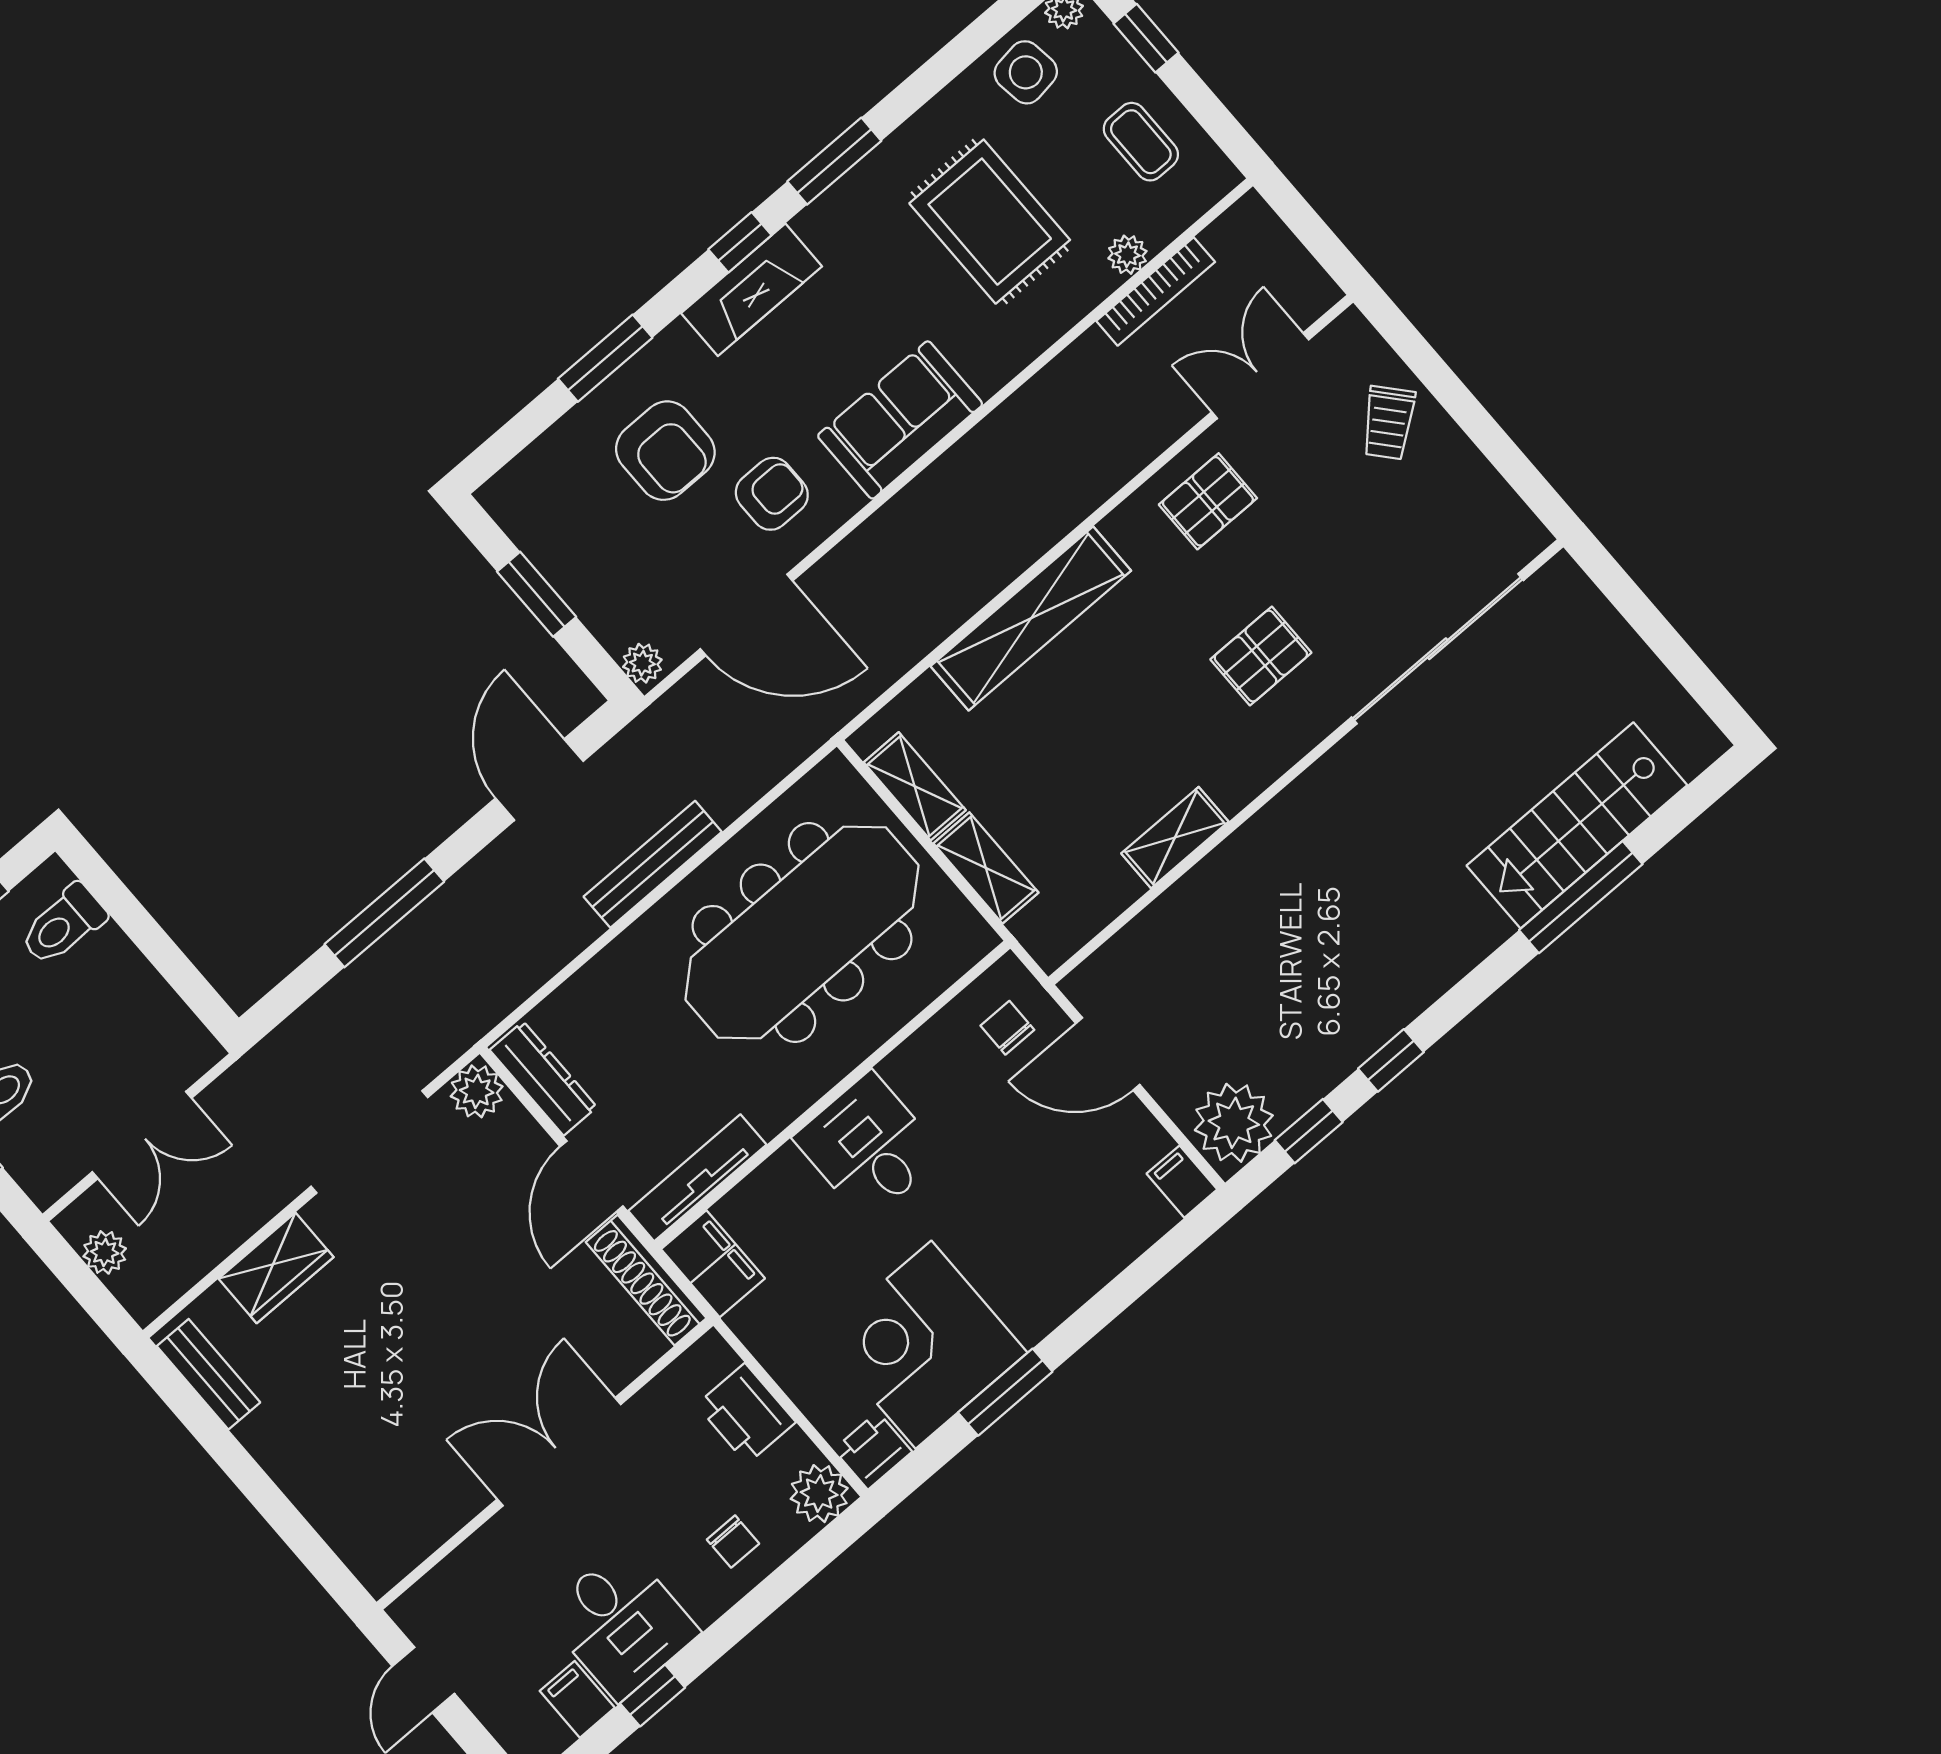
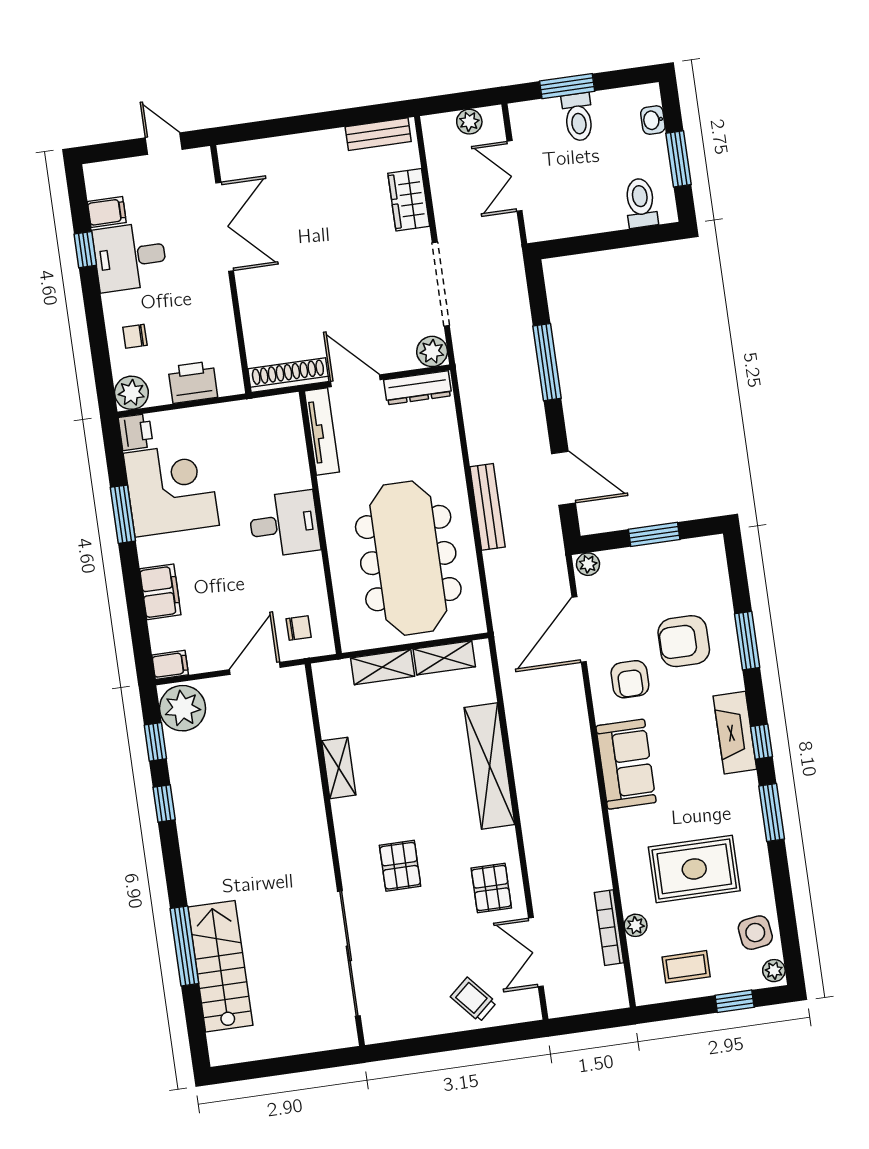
double door: (1260, 376) -> (536, 952), swing flipped
filing cabinet: (713, 1264) -> (160, 592), moved, turned -90
double door: (559, 1452) -> (225, 227), moved

